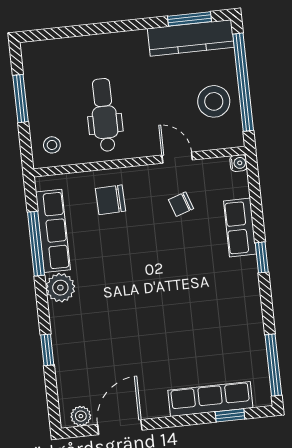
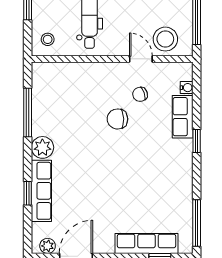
stool: (214, 101) -> (165, 39), moved
water cooler: (238, 163) -> (187, 88), moved
chair: (110, 200) -> (117, 119), moved
row of seats: (53, 231) -> (41, 191), moved

